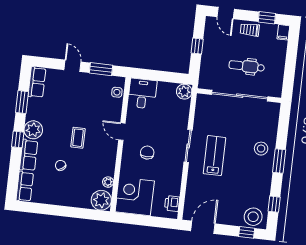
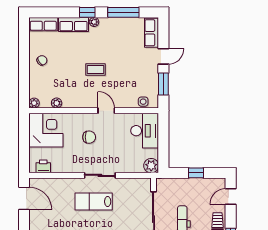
row of seats: (37, 82) -> (151, 33), moved, turned 90
desk: (142, 94) -> (145, 131), width x1.37
window: (22, 102) -> (123, 12), width x1.44
plant: (33, 130) -> (94, 22), width x0.53, depth x0.53
door: (122, 132) -> (106, 111), hinge flipped
lab bench: (214, 156) -> (94, 202), turned 180
chair: (61, 165) -> (42, 60), moved
plant: (101, 200) -> (34, 103), width x0.53, depth x0.53

